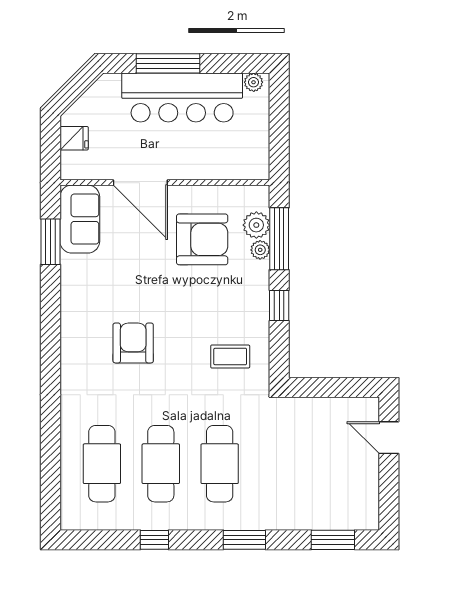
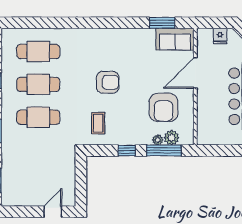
armchair: (133, 343) -> (108, 82), moved

